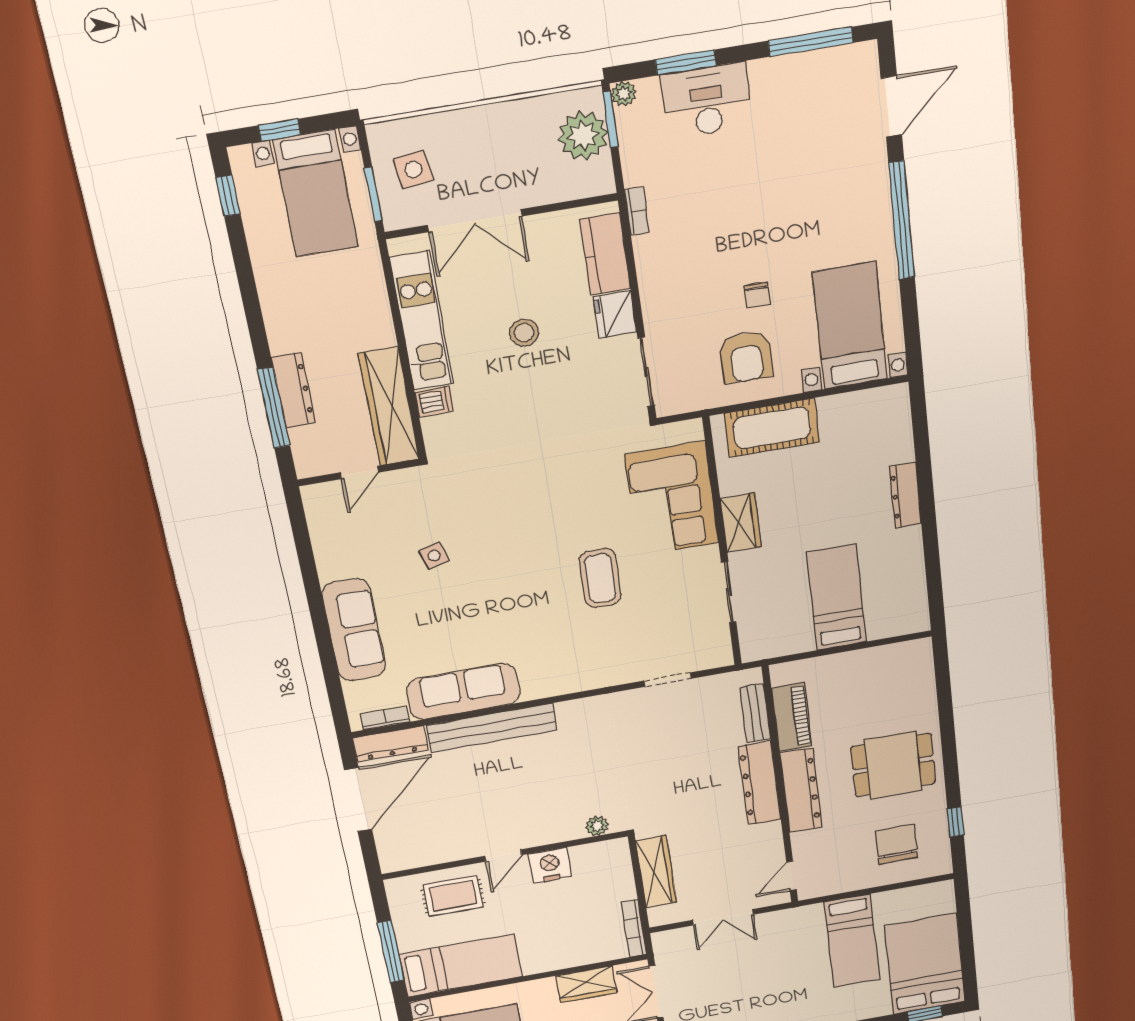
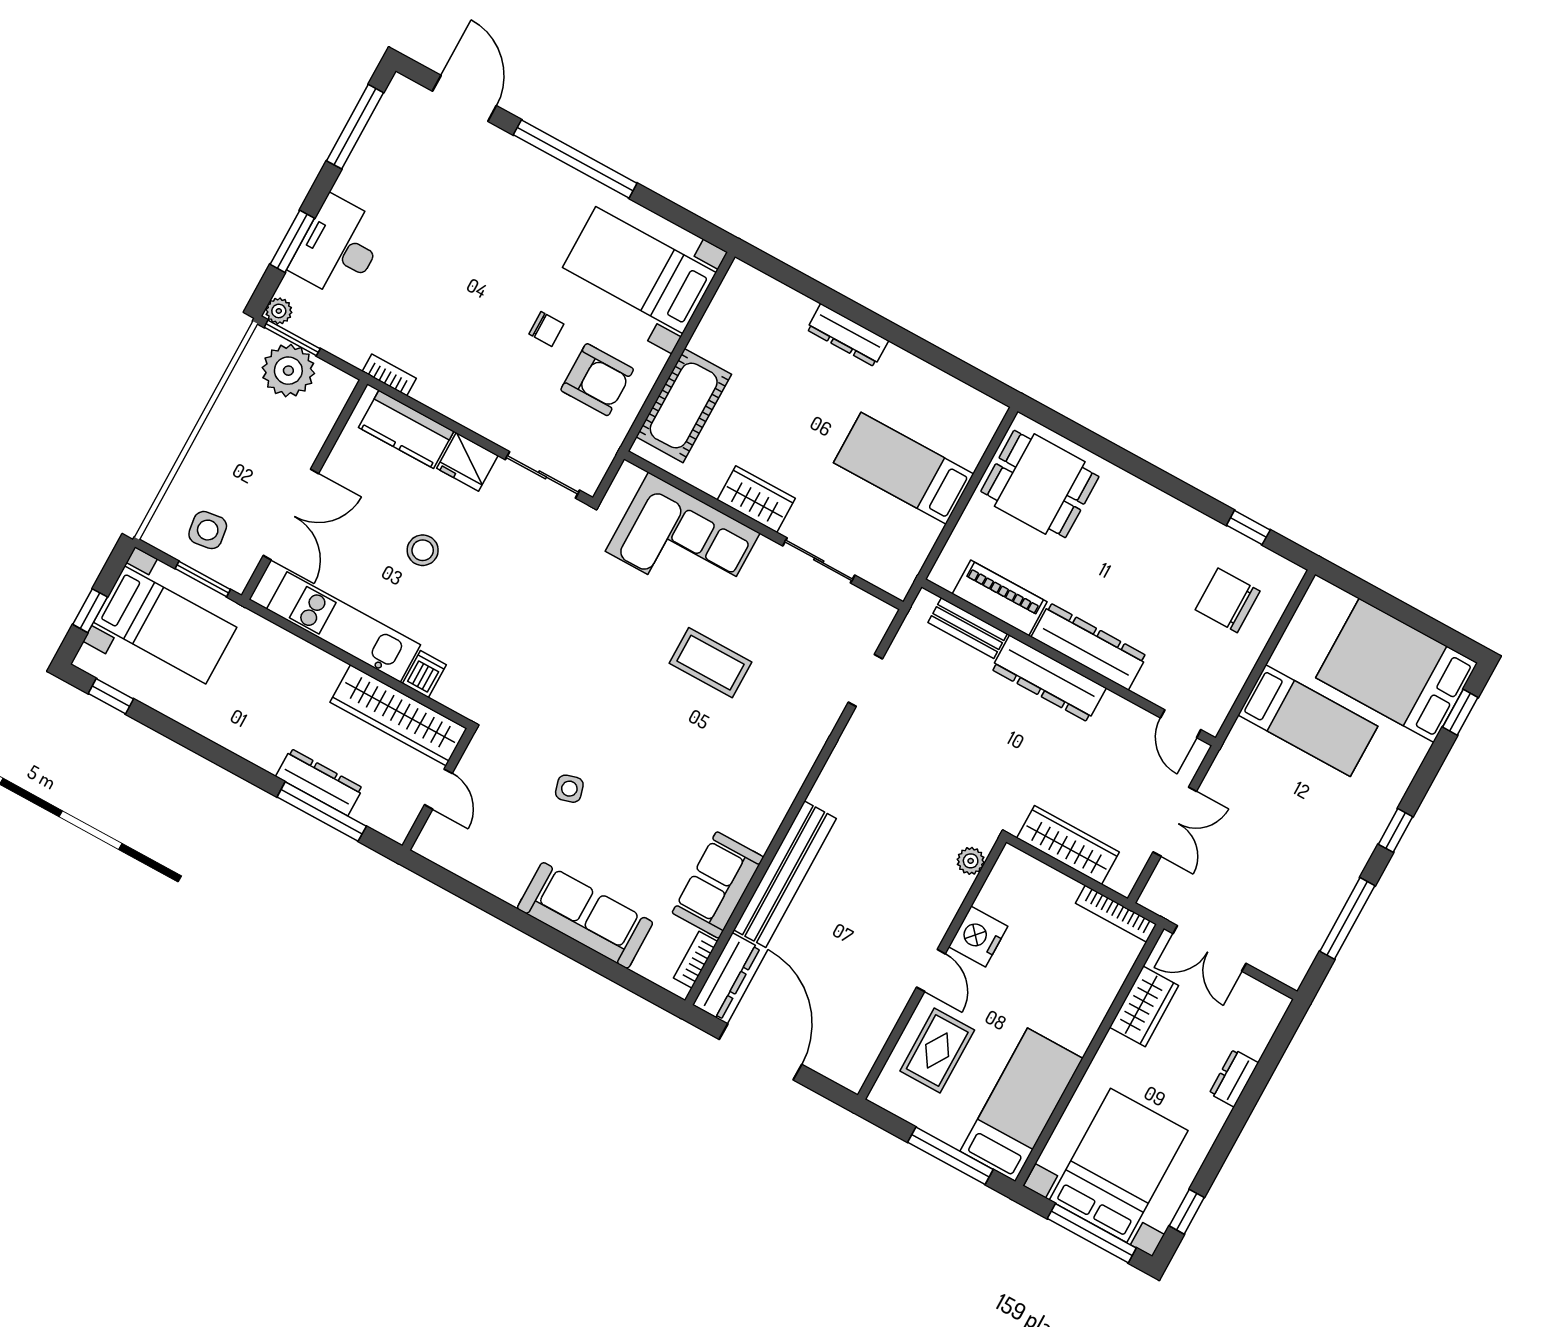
sofa: (463, 691) -> (718, 885), width x0.73
dining table: (893, 765) -> (1040, 484), moved, turned 90

